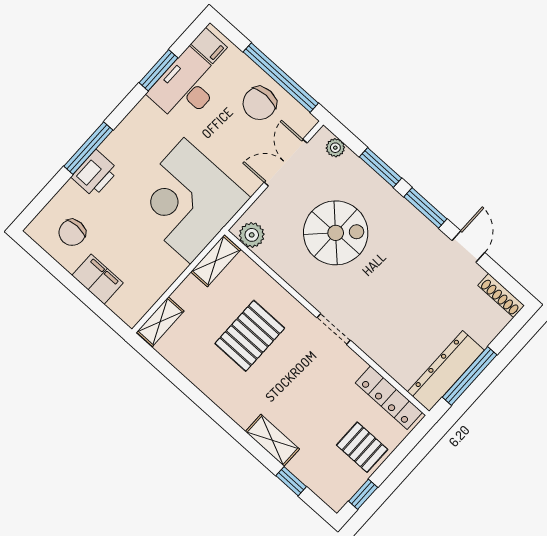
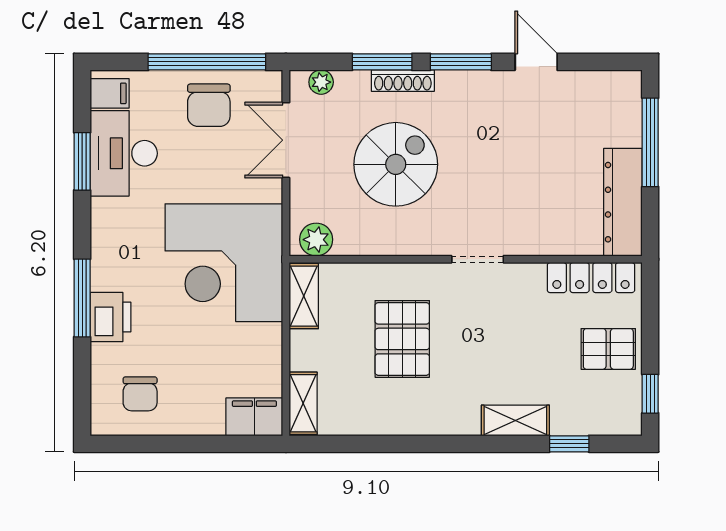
filing cabinet: (98, 279) -> (254, 417), moved
shoe rack: (501, 295) -> (403, 81), moved
window: (470, 376) -> (650, 142), moved

